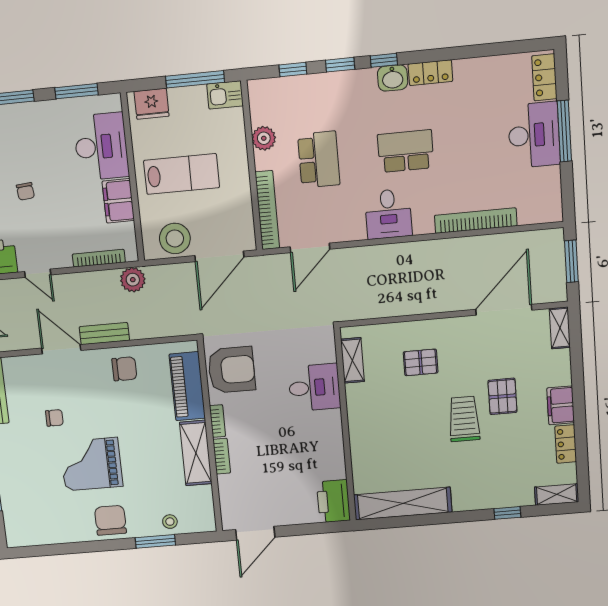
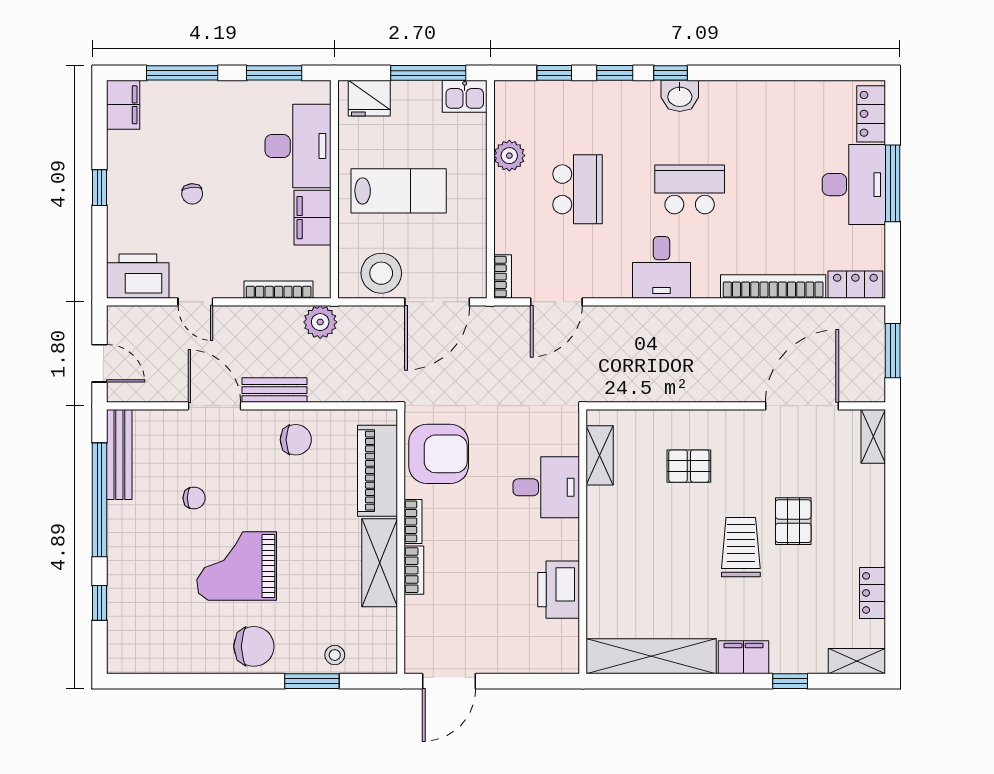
locker: (430, 73) -> (855, 285), moved, turned 180
bookcase: (267, 210) -> (503, 277), width x0.43, depth x0.76
filing cabinet: (561, 405) -> (744, 657), moved, turned 90
printer: (333, 501) -> (559, 590), moved
chair: (110, 520) -> (254, 646), turned 90

